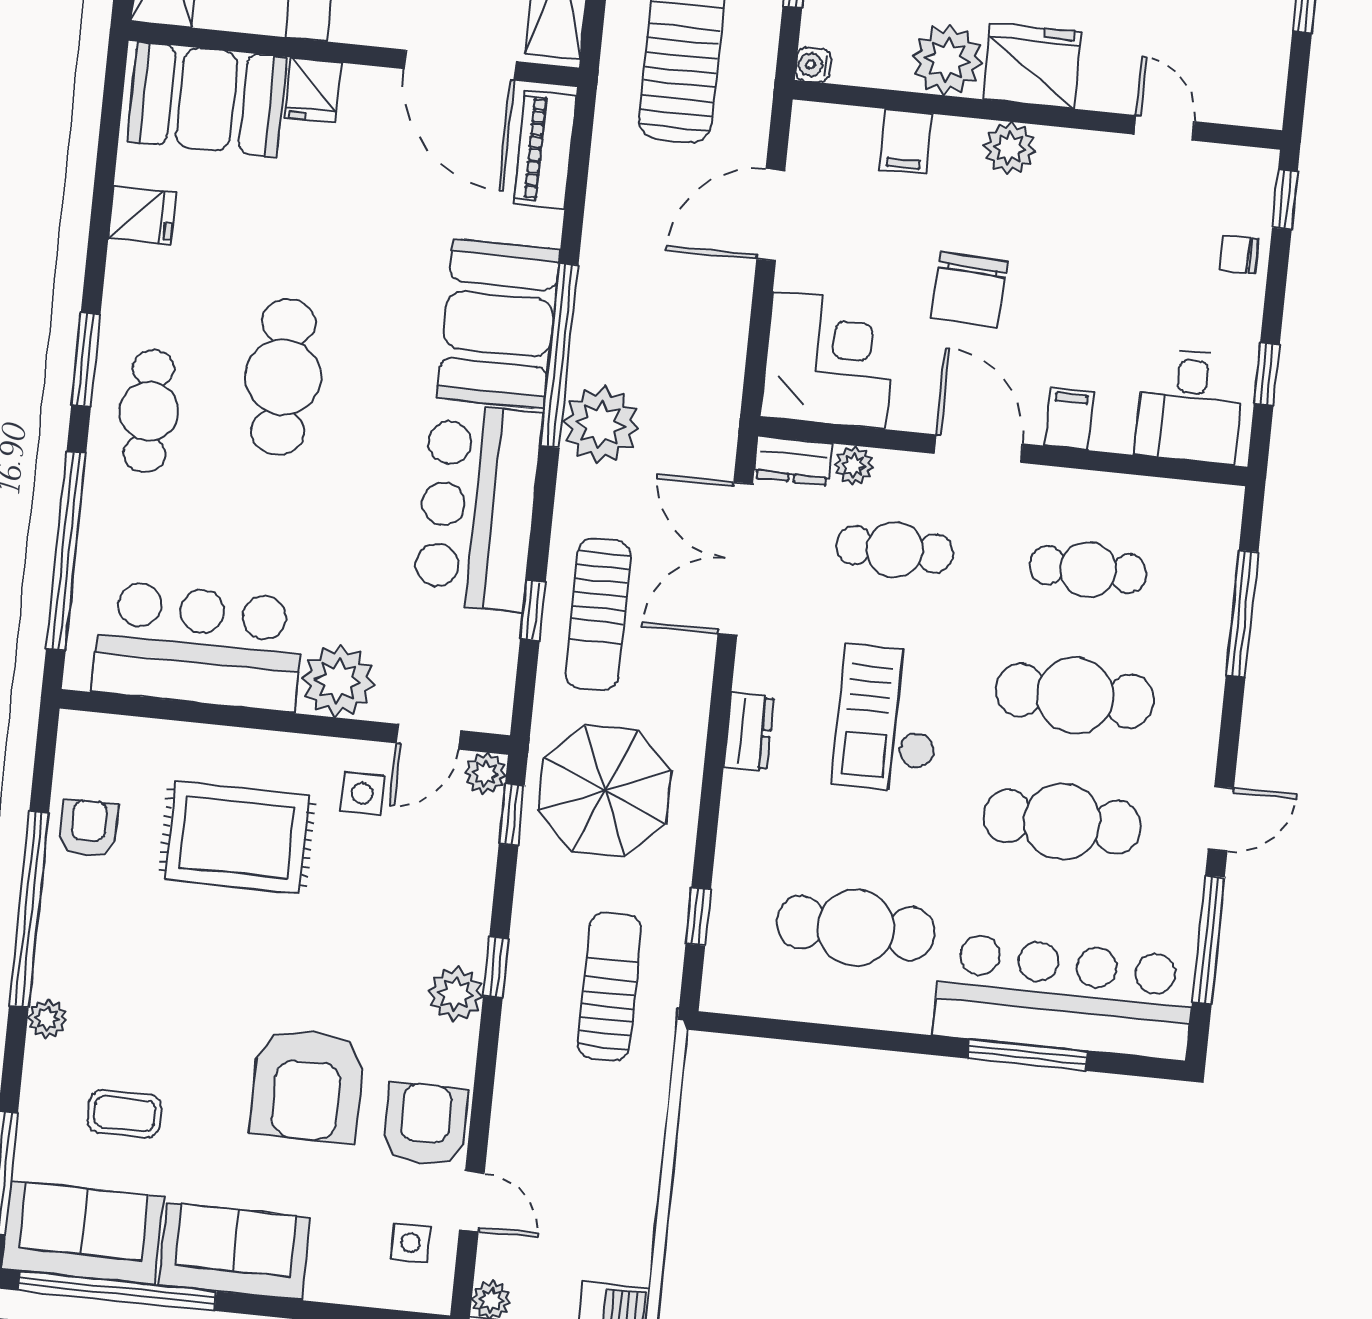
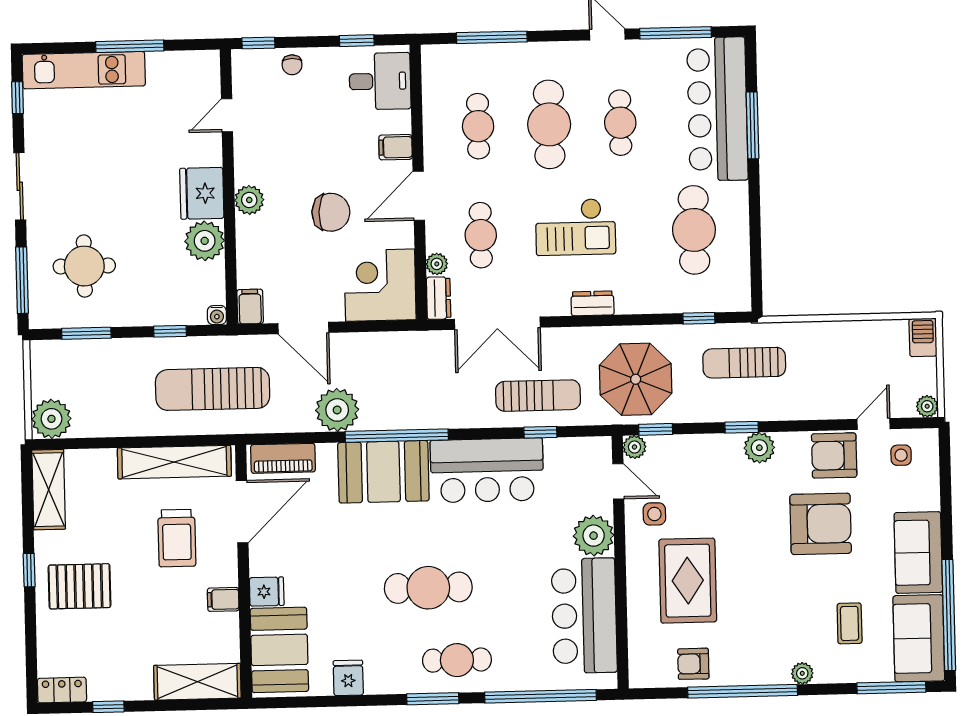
filing cabinet: (905, 142) -> (250, 307), moved, turned -90
plant: (601, 425) -> (337, 410), moved
cafe table: (1062, 822) -> (620, 123), width x0.73, depth x0.74

